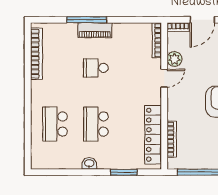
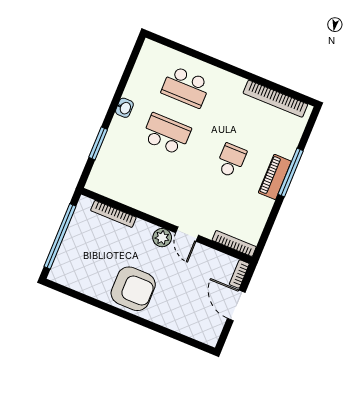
plant: (174, 59) -> (162, 238), moved
school desk: (55, 124) -> (186, 87), turned 180
locker: (153, 135) -> (127, 195), removed

